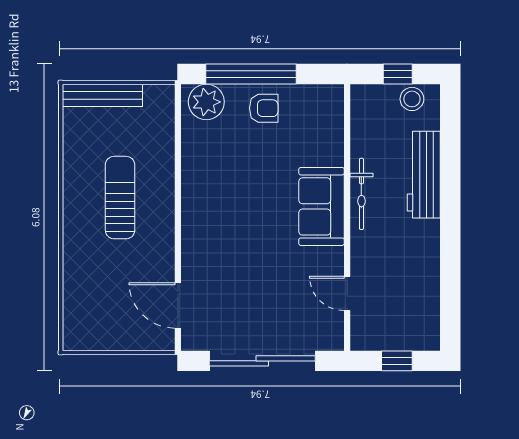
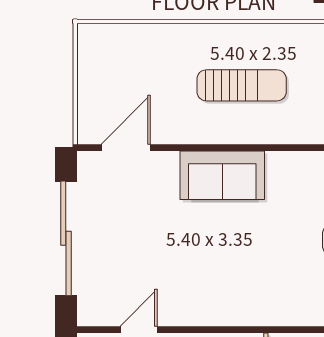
sofa: (321, 206) -> (222, 175), moved, turned 180

